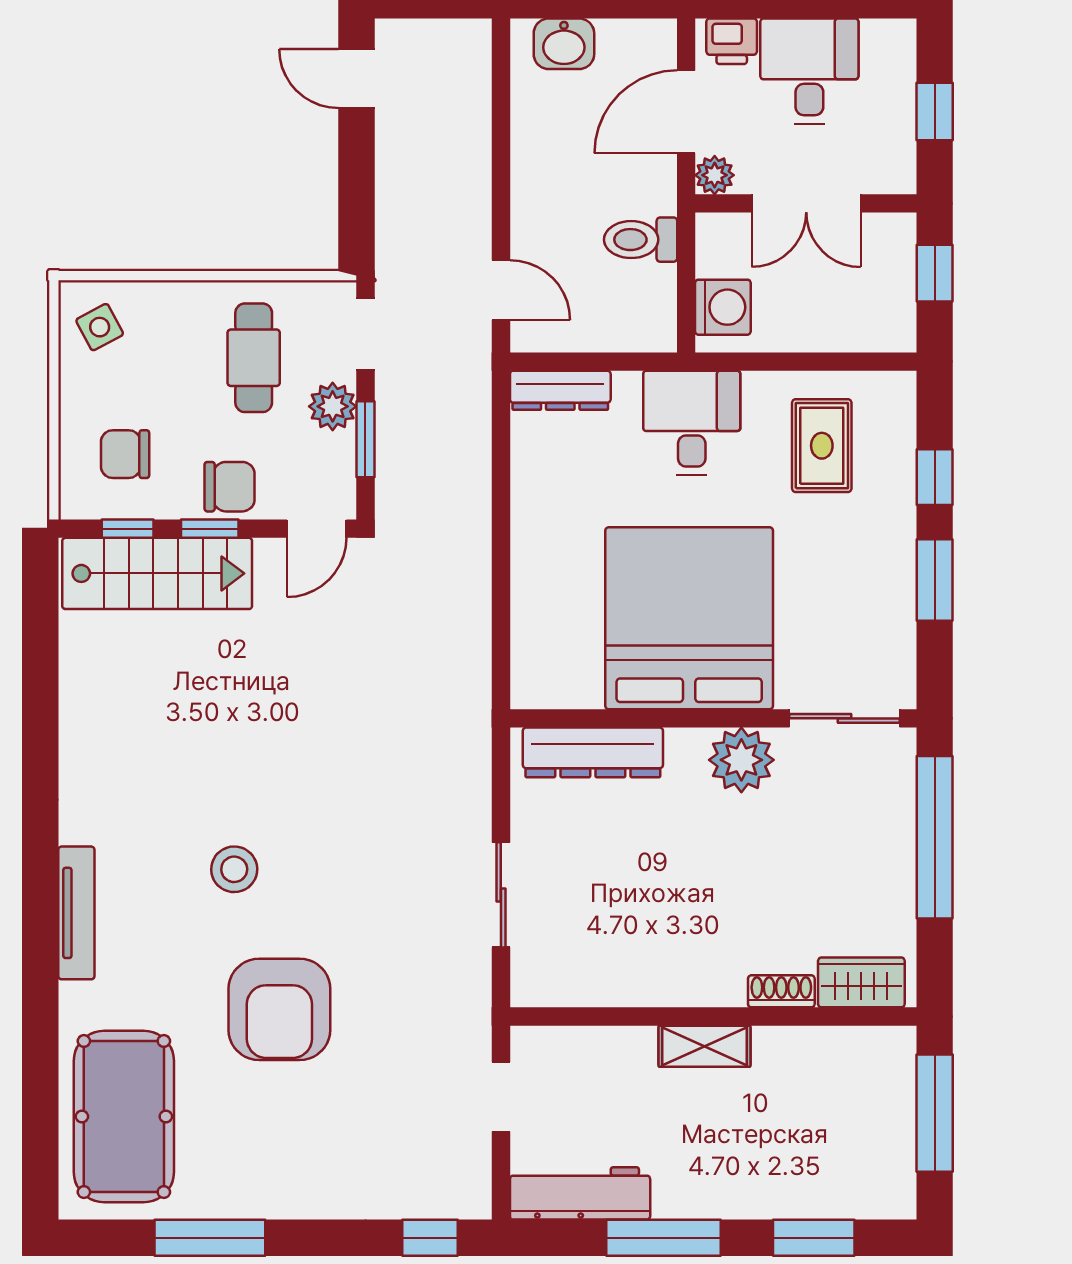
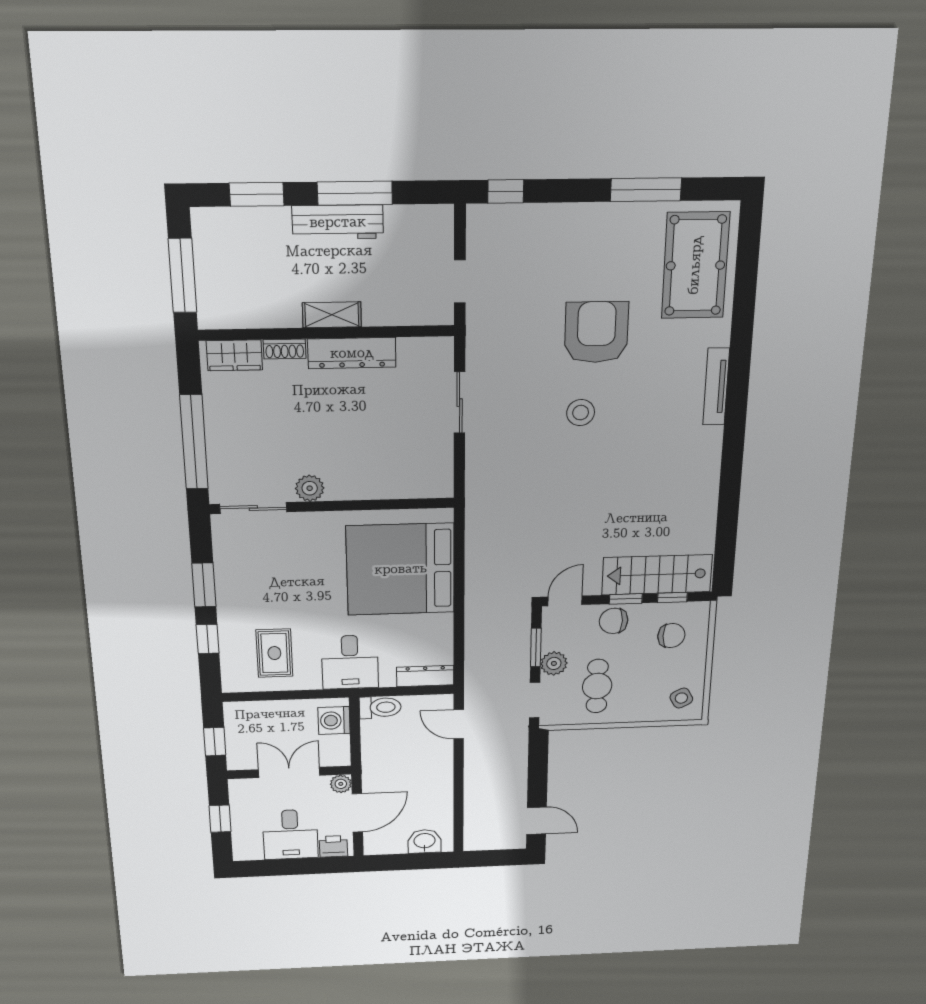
toilet: (641, 240) -> (380, 707), moved
bed: (689, 618) -> (401, 569), moved, turned 90
dresser: (593, 752) -> (352, 353), moved, turned 180
plant: (741, 760) -> (310, 488), width x0.73, depth x0.73
stool: (234, 869) -> (581, 413), moved
workbench: (580, 1193) -> (338, 222), moved

